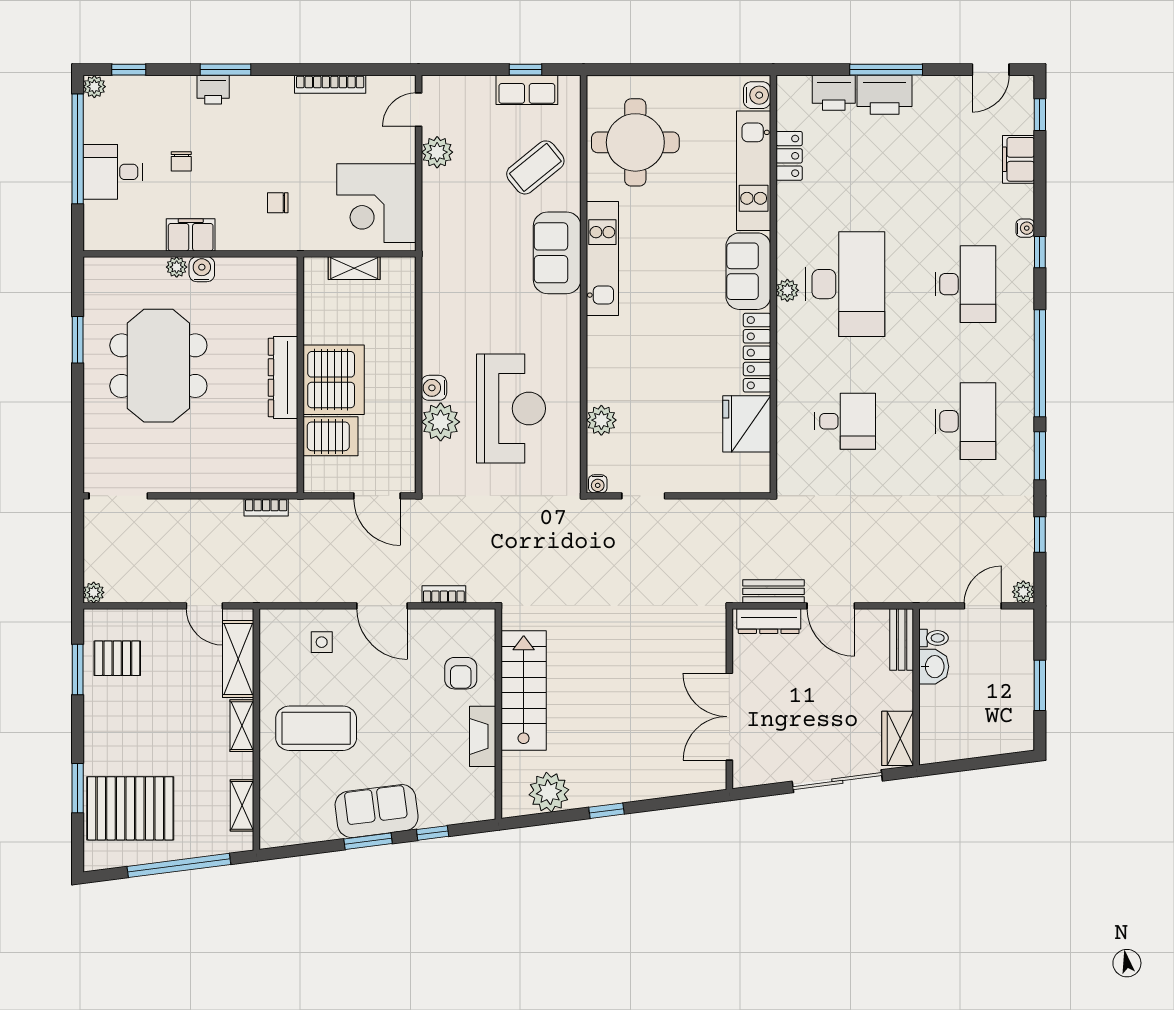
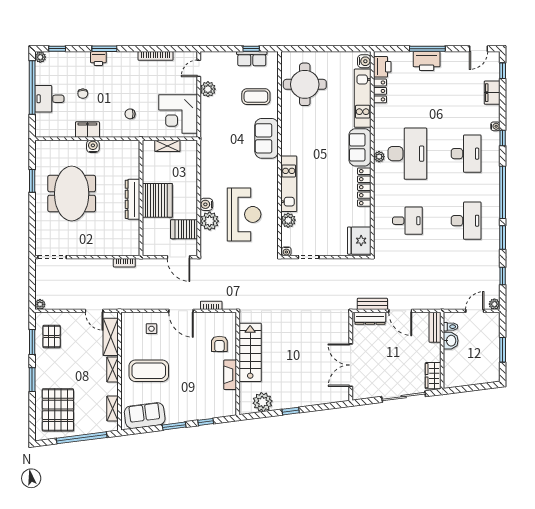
printer: (834, 93) -> (382, 67), moved, turned -90
coffee table: (535, 167) -> (256, 97), turned 39
kitchen unit: (602, 258) -> (289, 184), moved
plant: (177, 267) -> (81, 145), removed
fridge: (747, 424) -> (359, 241), moved
server rack: (330, 436) -> (184, 229), moved, turned 180
pallet: (117, 658) -> (52, 337), turned 90
window: (78, 788) -> (32, 380), moved
pallet: (130, 808) -> (58, 410), turned 90
sofa: (377, 811) -> (145, 416), moved

